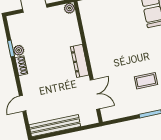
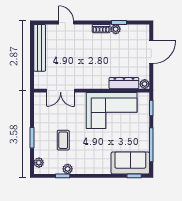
corner sofa: (104, 37) -> (112, 111), added
dresser: (80, 61) -> (124, 83), moved

